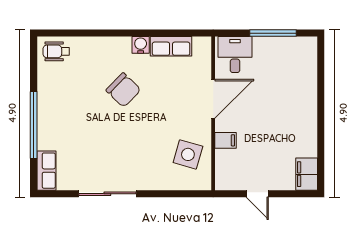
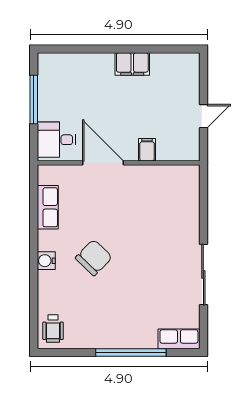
water cooler: (141, 45) -> (46, 261), moved
side table: (188, 154) -> (162, 189), removed
filing cabinet: (307, 174) -> (132, 64), moved

